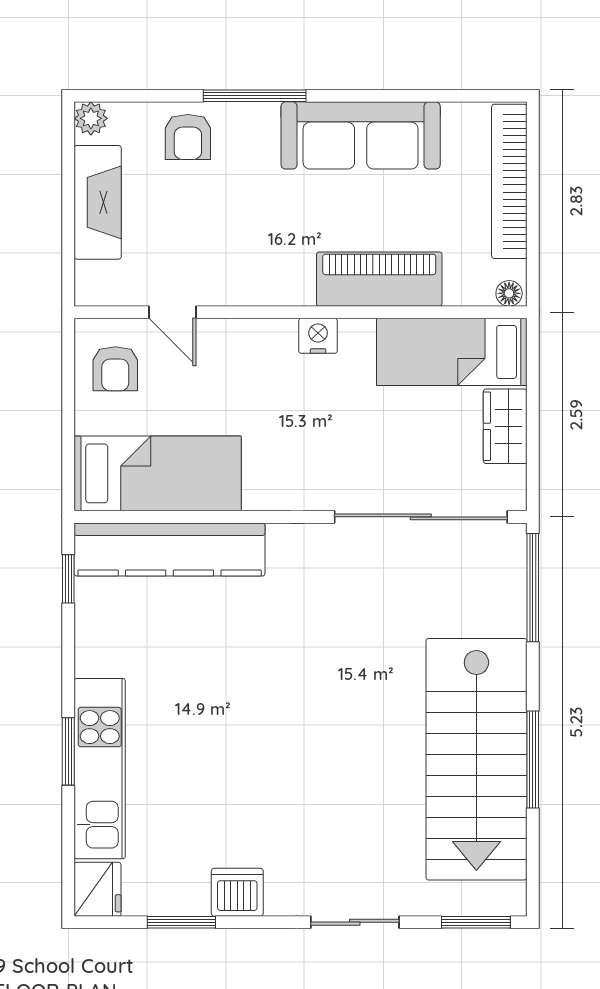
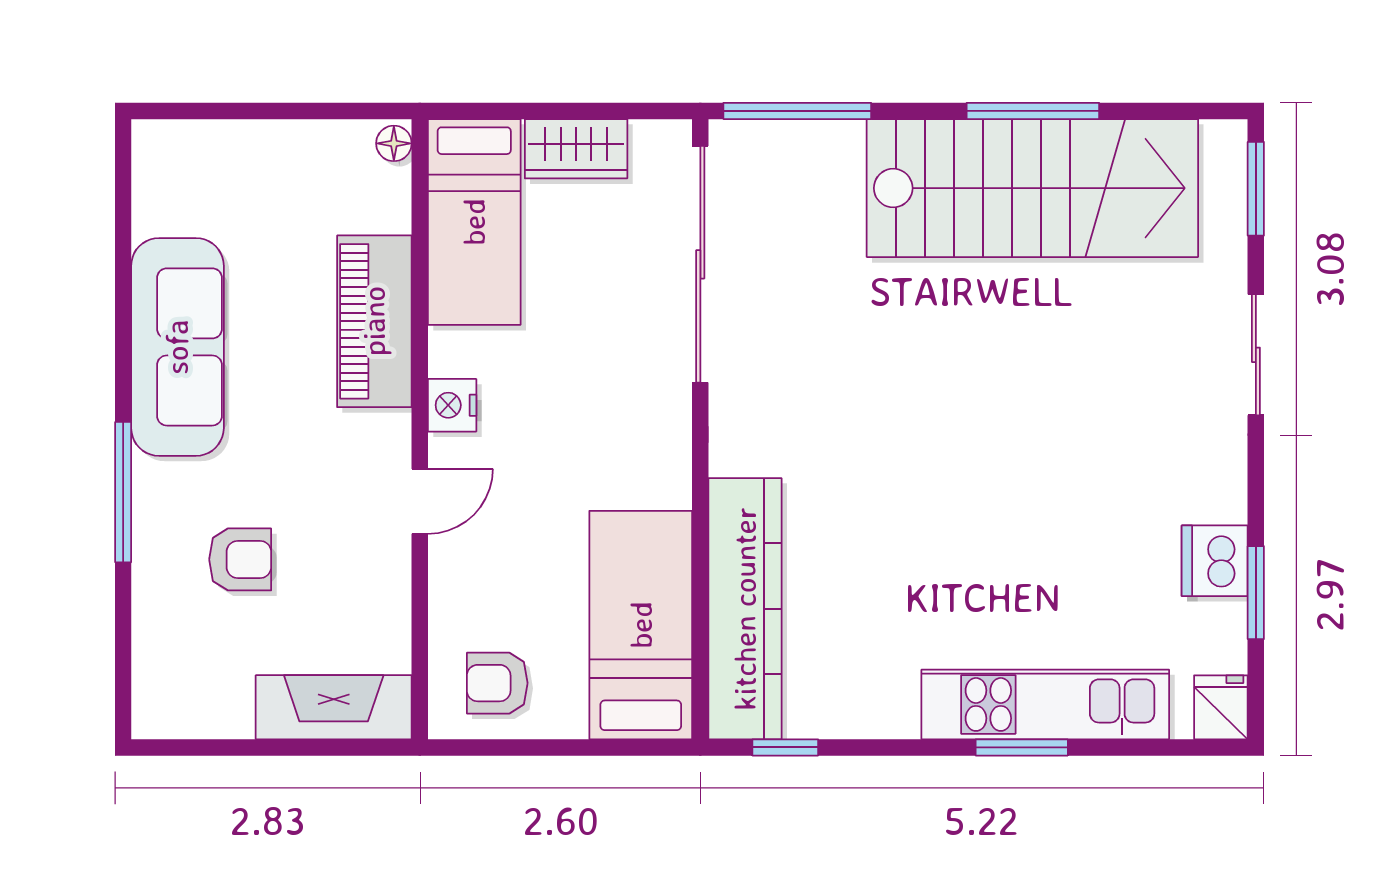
plant: (91, 118) -> (154, 717), removed
armchair: (188, 137) -> (240, 559), moved
bookcase: (509, 181) -> (240, 143), removed
fireplace: (98, 202) -> (334, 707), moved
door: (173, 312) -> (420, 501), moved
armchair: (115, 369) -> (497, 683), turned 180
fridge: (98, 889) -> (1221, 707), width x0.72
dishwasher: (237, 892) -> (1215, 561), moved

